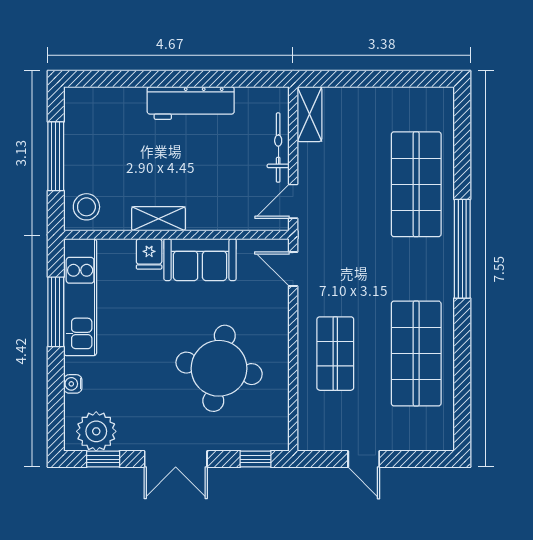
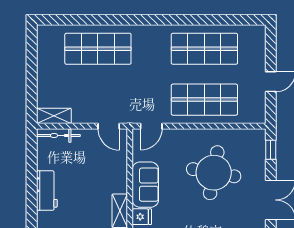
workbench: (191, 103) -> (47, 191), width x0.73
bicycle: (278, 148) -> (58, 136), moved
window: (462, 249) -> (138, 20), removed
shop shelf: (335, 354) -> (204, 100), width x1.43, depth x1.36

